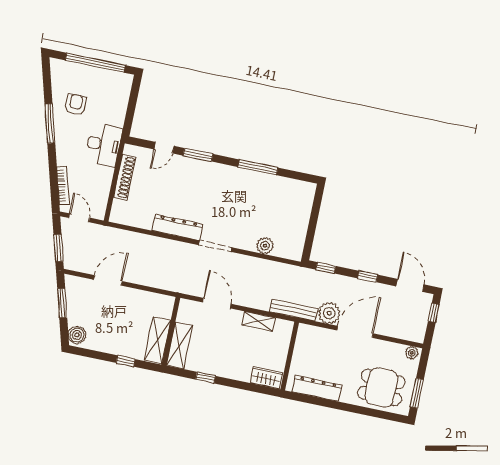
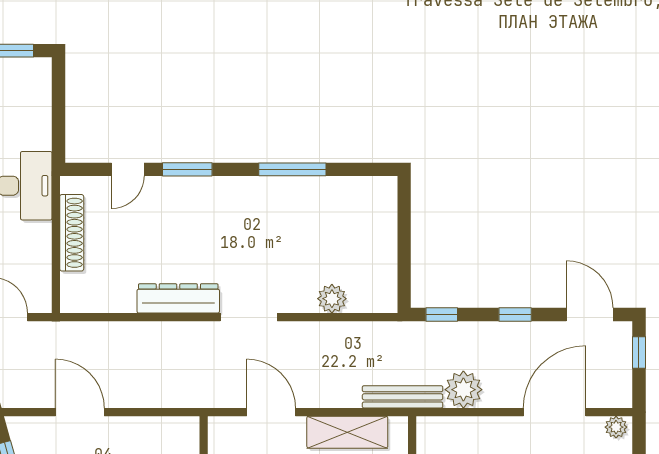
door: (108, 280) -> (80, 412), hinge flipped
shelving: (258, 321) -> (347, 432), width x1.50, depth x1.33
door: (355, 332) -> (555, 412), moved

